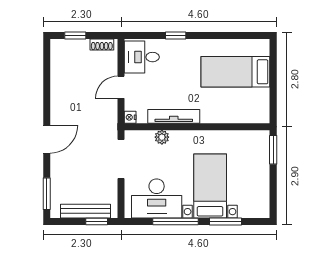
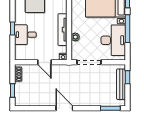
desk: (142, 57) -> (25, 35), moved, turned 90
door: (47, 139) -> (64, 108), moved

